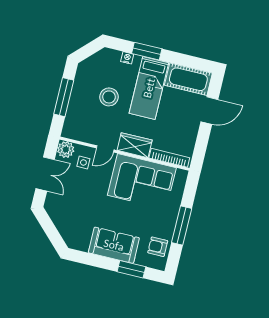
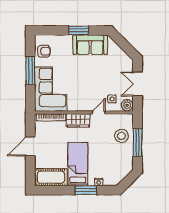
stool: (109, 97) -> (121, 136), moved
door: (209, 111) -> (30, 146), moved
corner sofa: (142, 182) -> (51, 89), moved, turned 90
sofa: (114, 245) -> (90, 45), moved
window: (131, 269) -> (79, 30), moved

